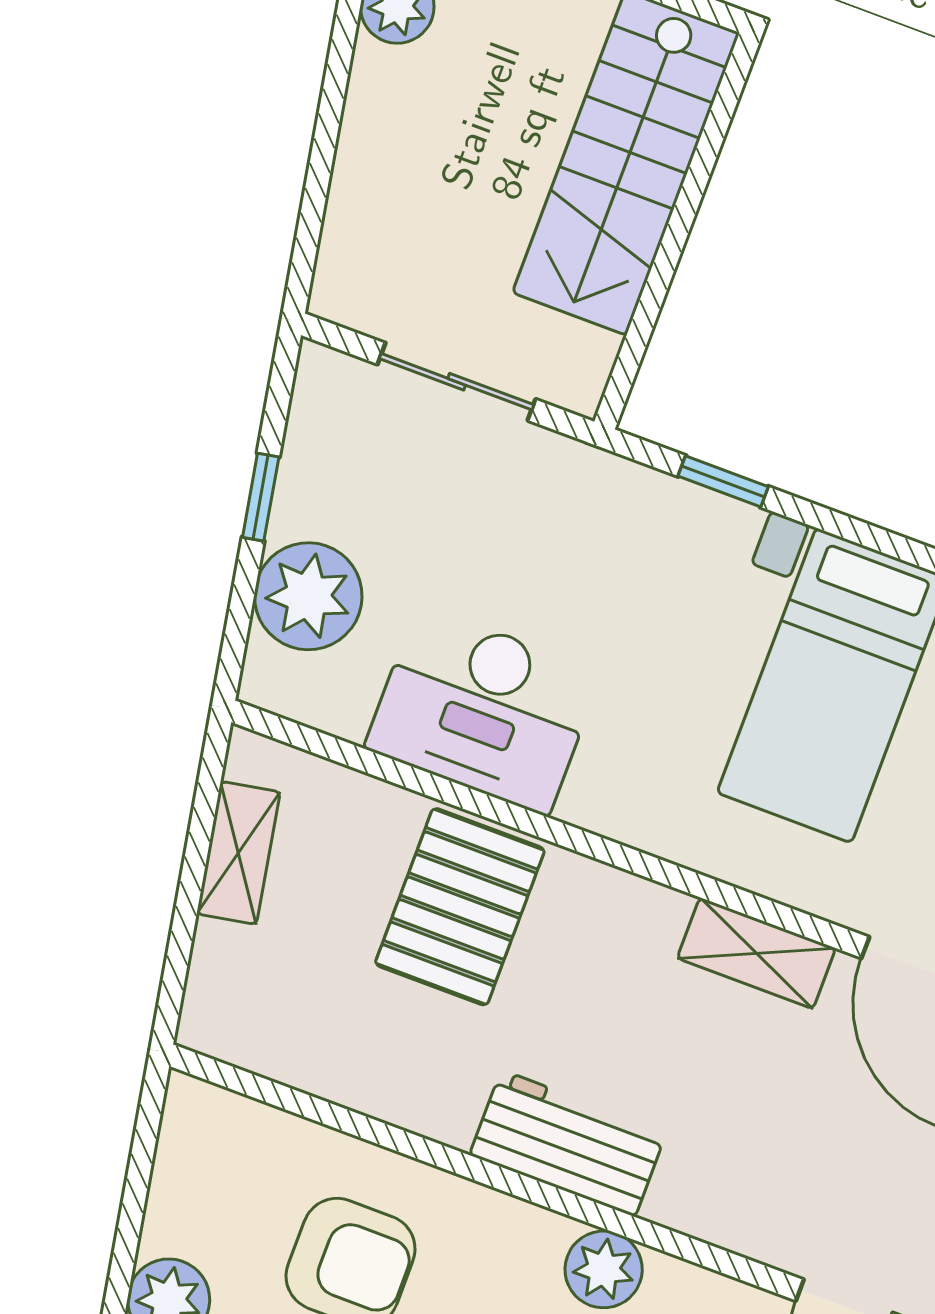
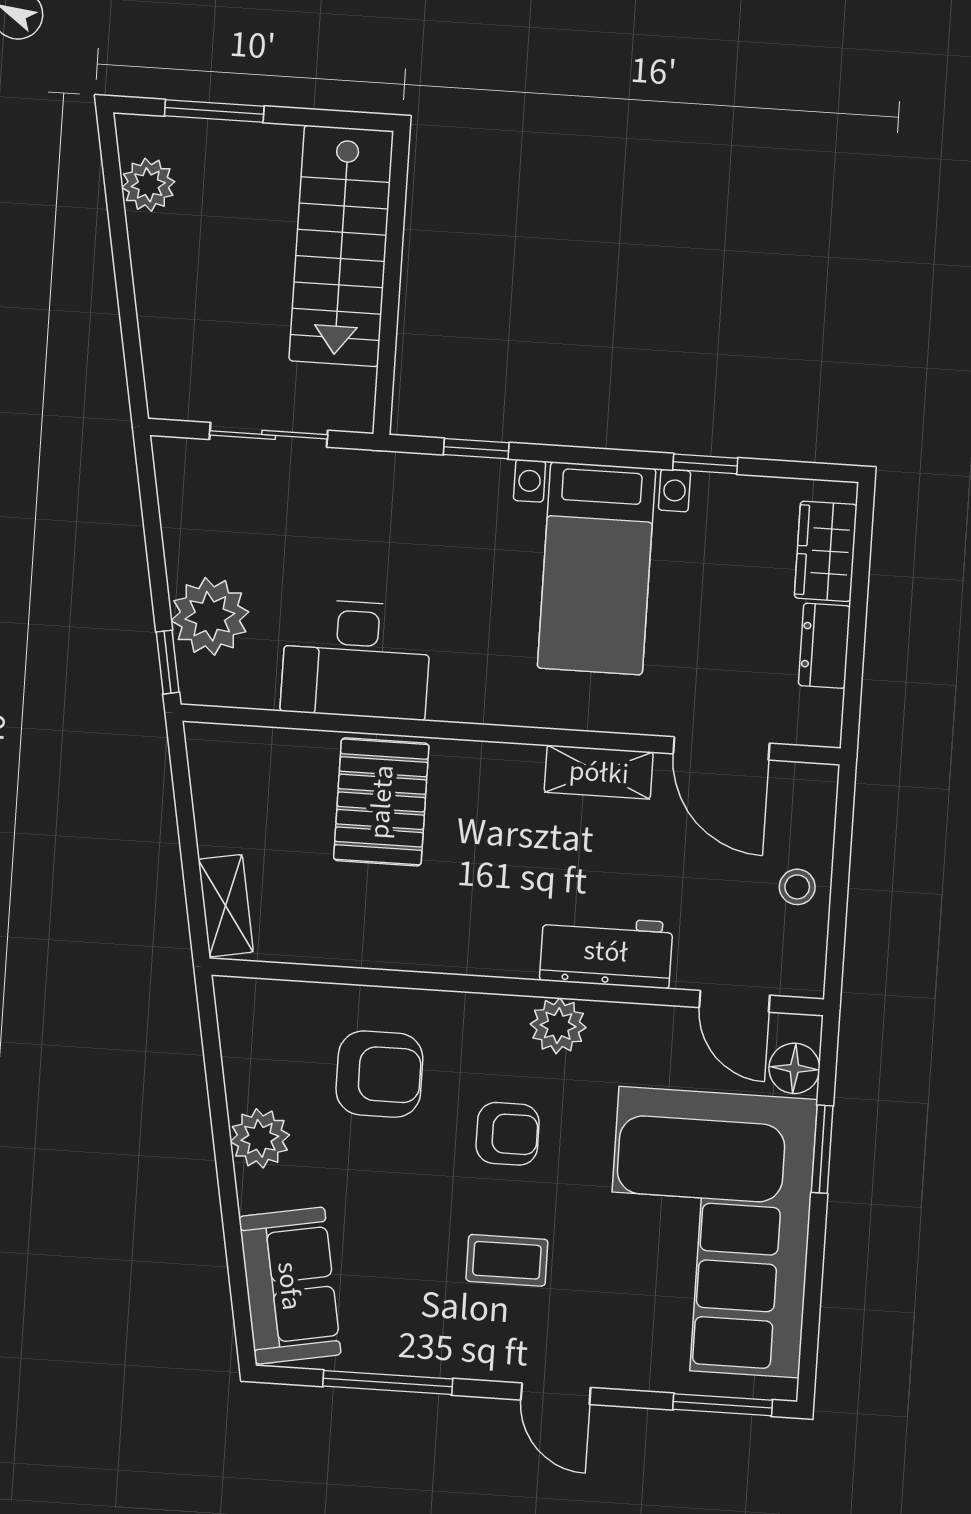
window: (261, 497) -> (168, 662), moved
shelving: (238, 853) -> (226, 906), moved
workbench: (568, 1143) -> (606, 951), moved

